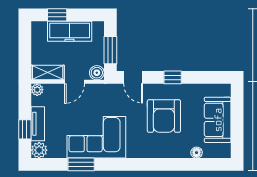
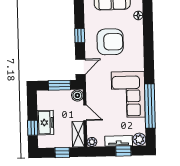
freezer: (70, 31) -> (45, 123), width x0.71
window: (25, 52) -> (62, 152), added
window: (81, 164) -> (150, 106), width x2.11

